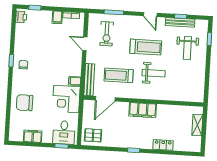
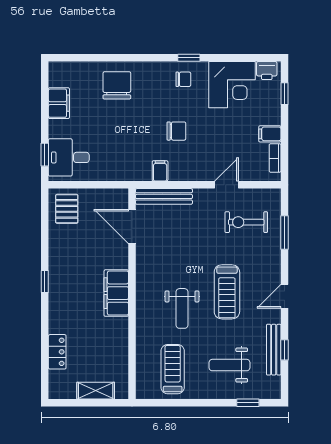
chair: (53, 70) -> (176, 131), added
treadmill: (119, 75) -> (173, 369), moved
corner desk: (66, 99) -> (232, 85), moved, turned 180
locker: (163, 145) -> (57, 352), moved

